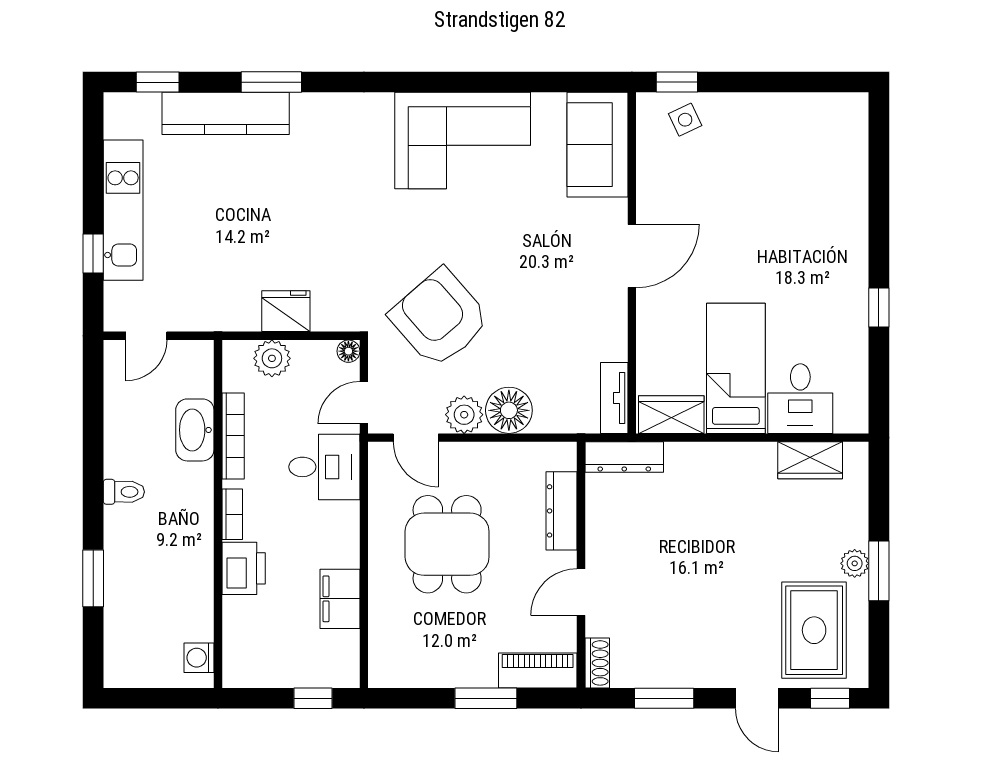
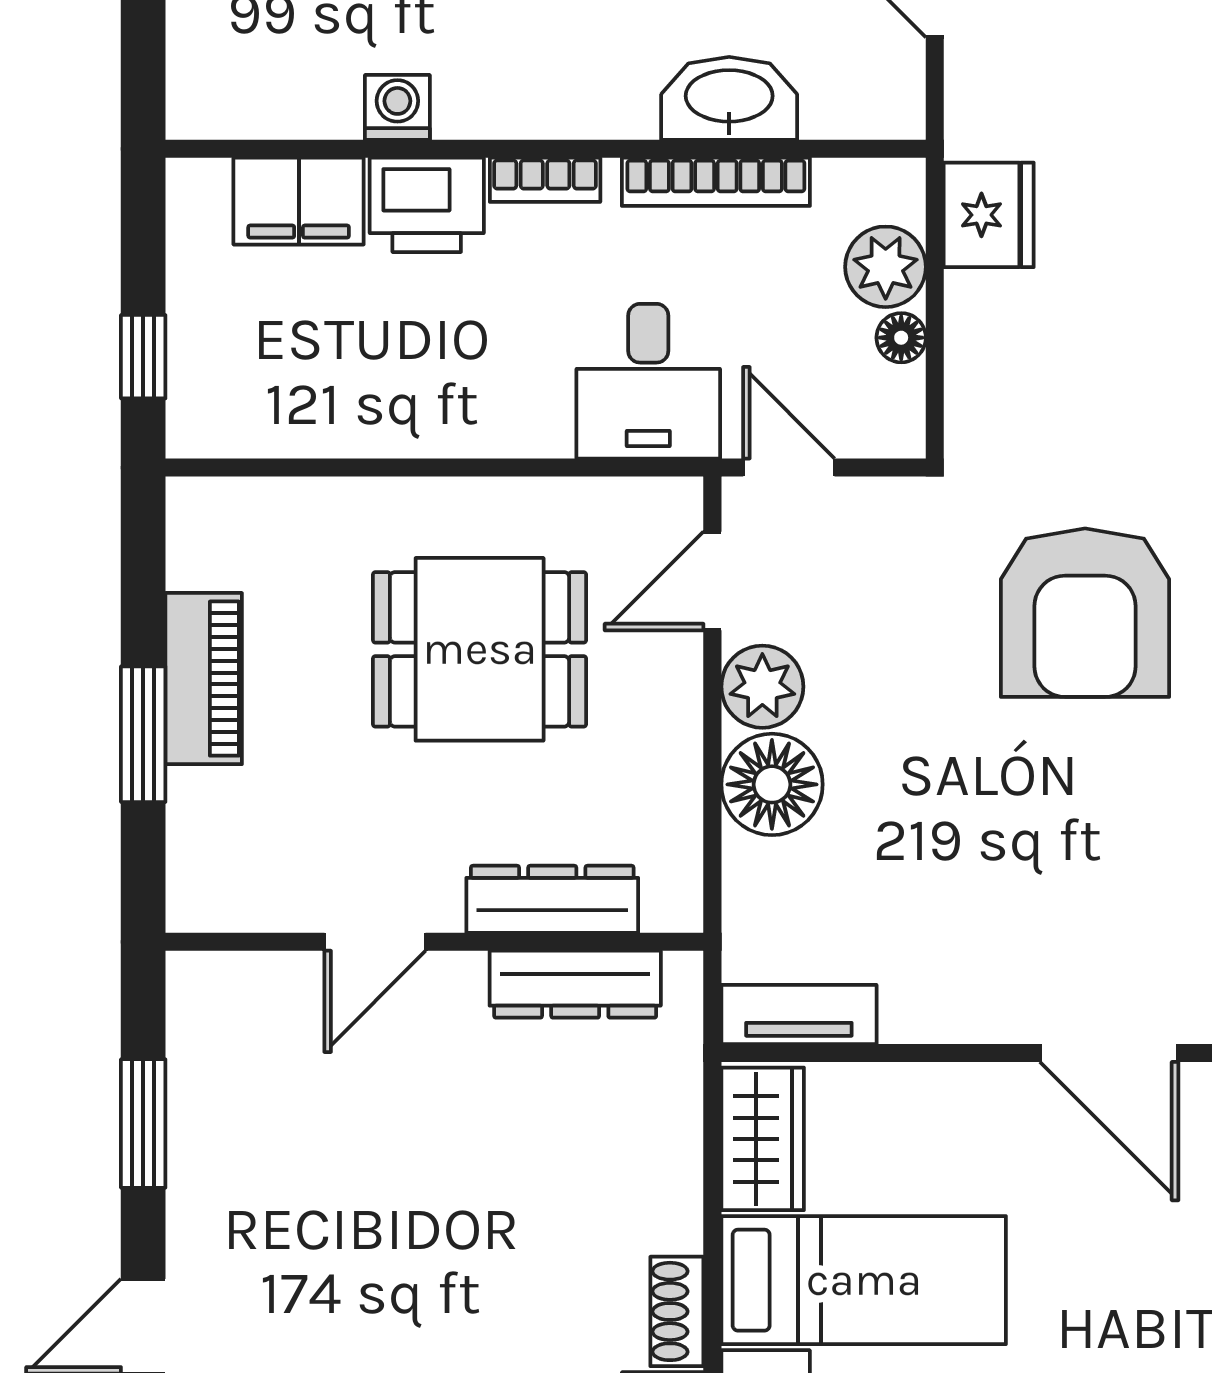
fridge: (286, 311) -> (989, 215), moved
armchair: (440, 318) -> (1085, 613), moved, turned 131
floor lamp: (348, 351) -> (901, 338), moved
dresser: (624, 457) -> (575, 984), moved, turned -90
door: (581, 592) -> (375, 942), swing flipped
filing cabinet: (340, 599) -> (299, 201), moved, turned 180
washing machine: (199, 658) -> (397, 107), moved
shoe rack: (597, 663) -> (677, 1311), moved, turned 90
piano: (538, 670) -> (204, 679), moved

